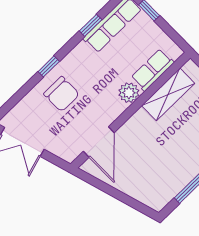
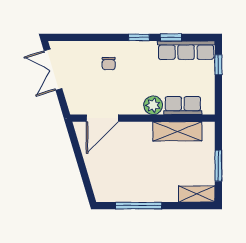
window: (49, 66) -> (139, 37), moved
chair: (62, 94) -> (109, 64), width x0.54, depth x0.54

